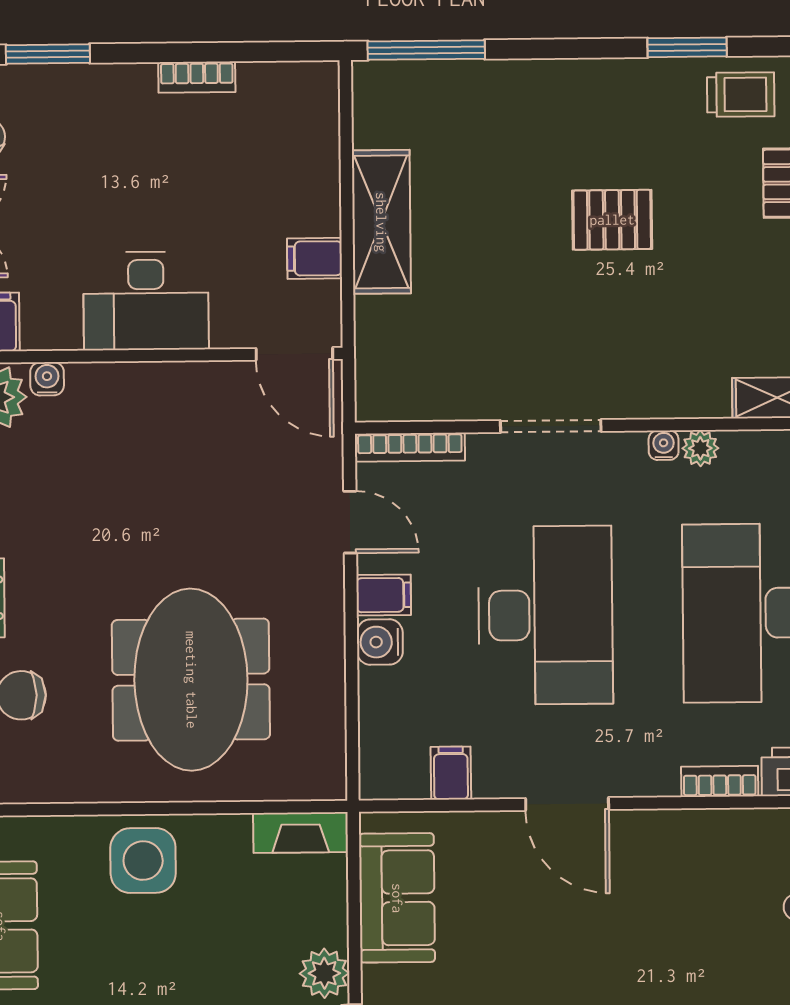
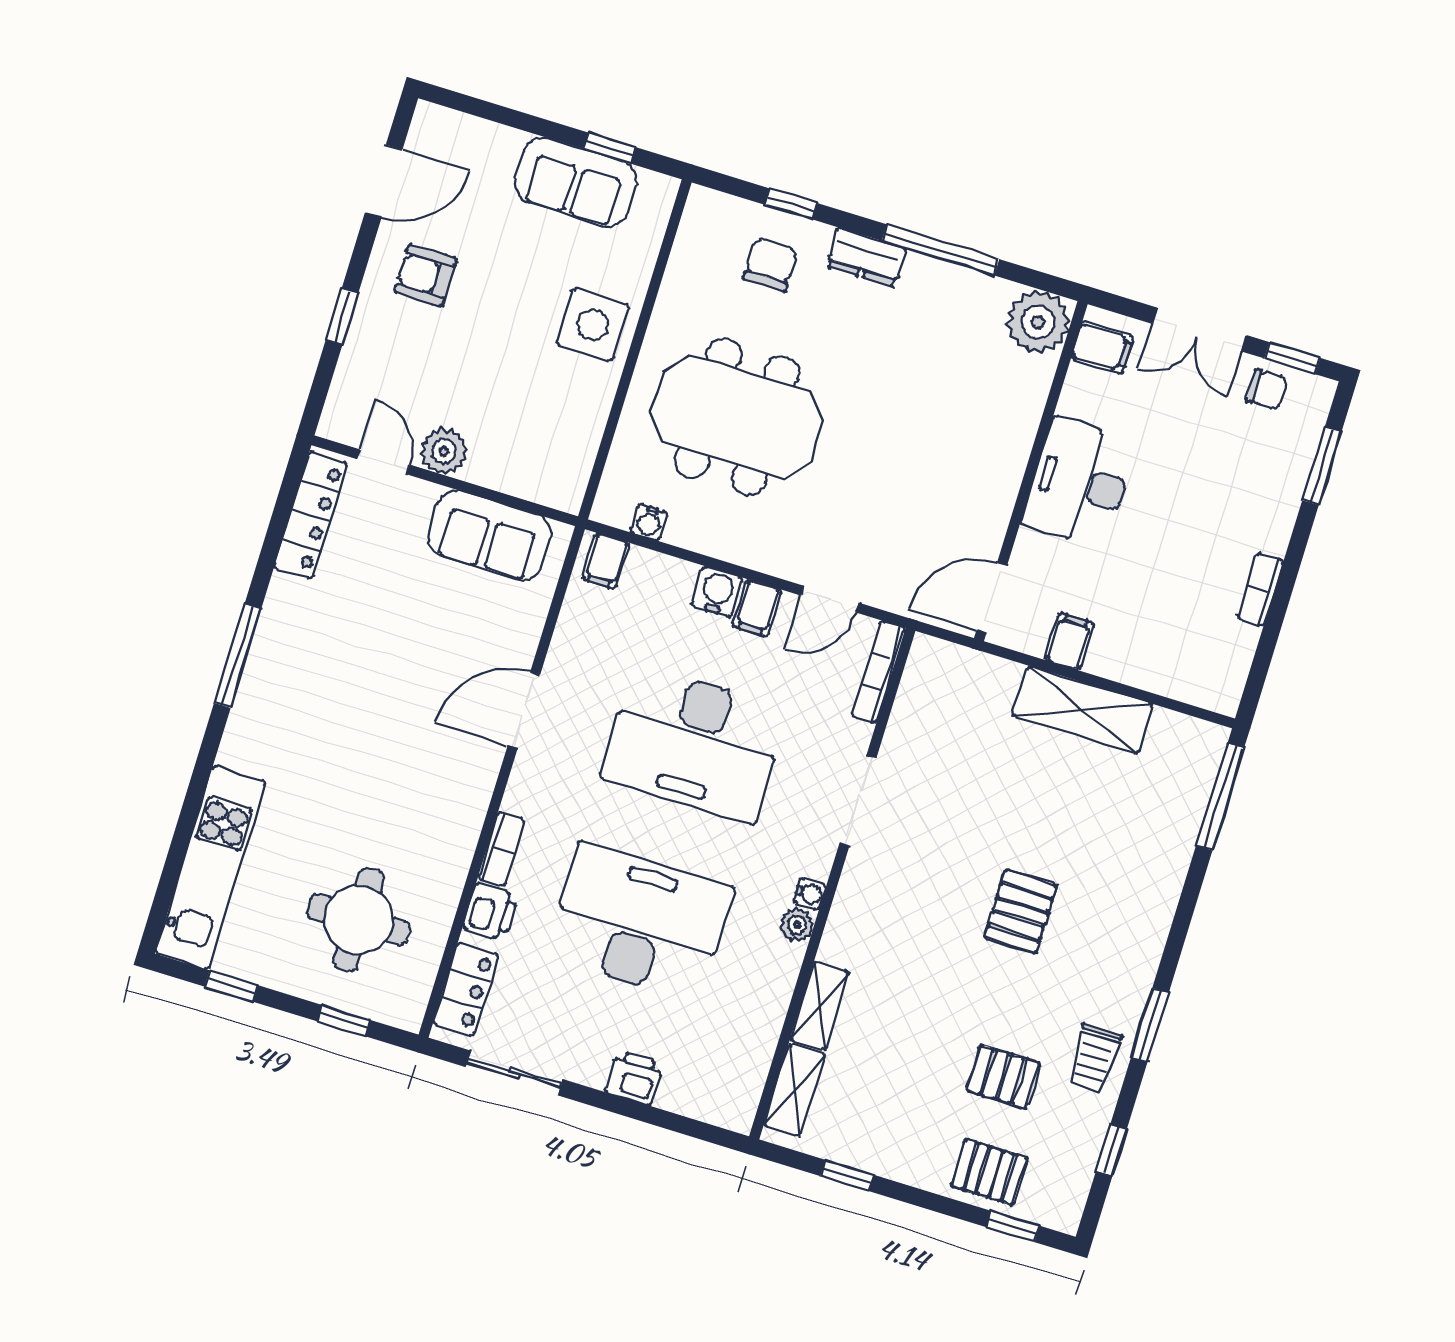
water cooler: (47, 379) -> (649, 522), moved, turned 90
filing cabinet: (451, 773) -> (606, 561), moved, turned 90
fireplace: (301, 833) -> (573, 470), removed

